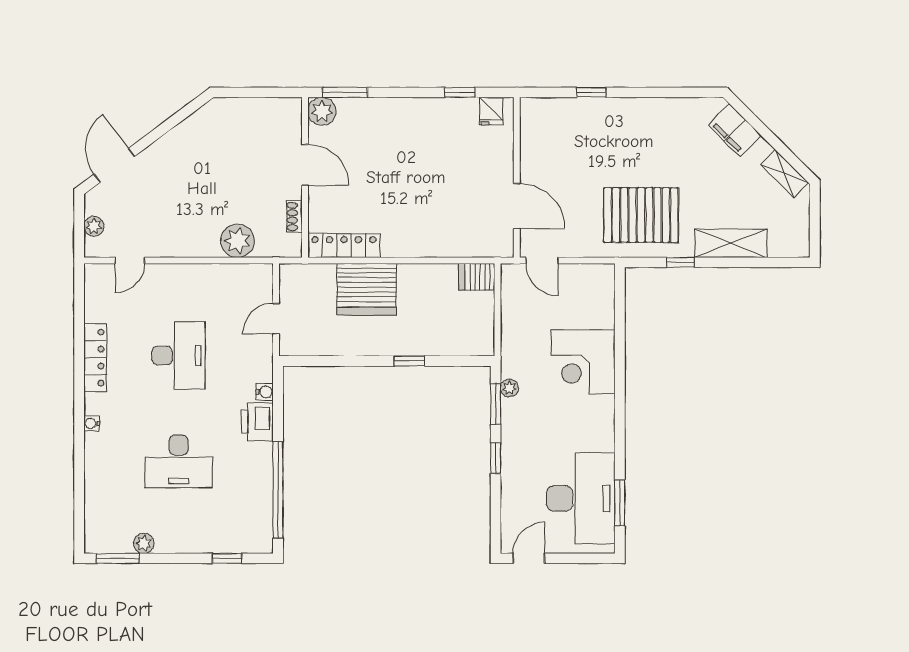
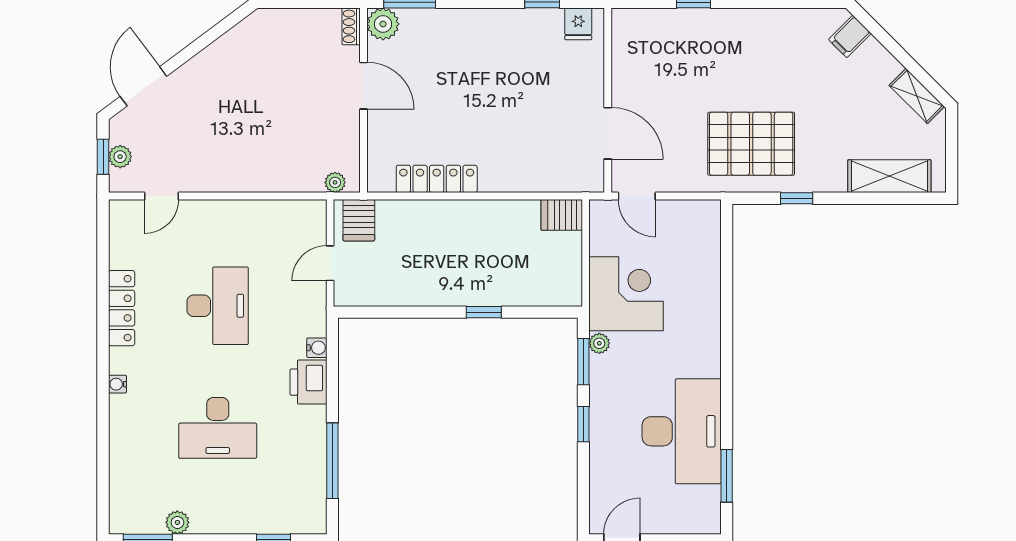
filing cabinet: (735, 130) -> (850, 36), width x0.50
shoe rack: (294, 217) -> (351, 26), moved
window: (79, 226) -> (103, 157), added
plant: (237, 241) -> (335, 182), moved, width x0.53, depth x0.53
shelving: (731, 243) -> (889, 176), moved
locker: (344, 246) -> (437, 179), moved
server rack: (367, 289) -> (359, 220), moved, width x0.46, depth x0.70
corner desk: (583, 362) -> (626, 294), moved, turned 180
window: (278, 490) -> (332, 461), width x0.68
desk: (581, 498) -> (682, 431), moved

